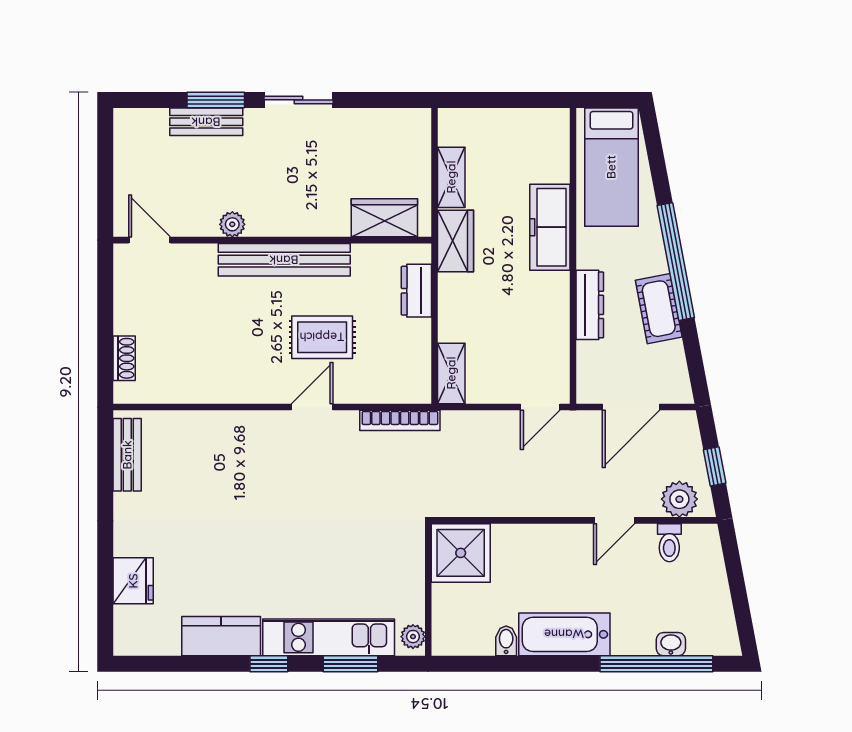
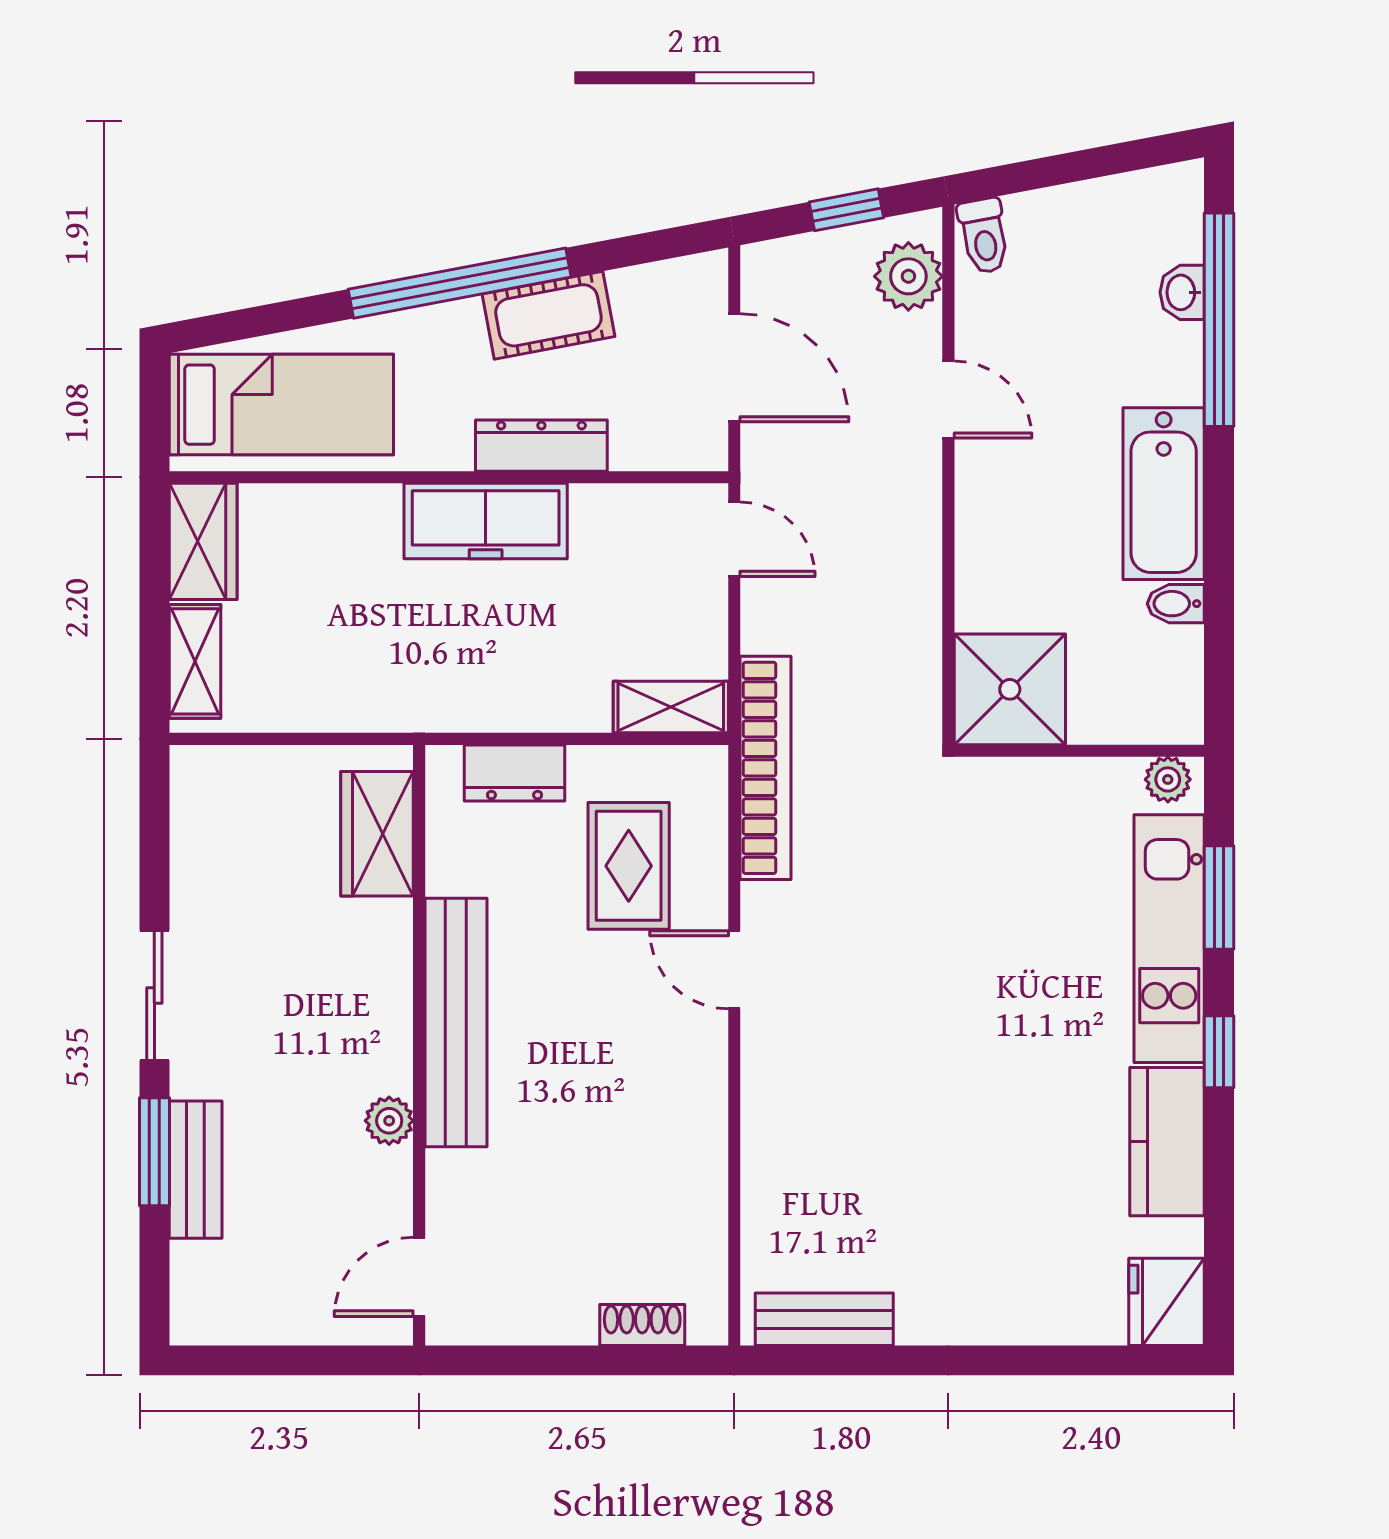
shelving: (451, 177) -> (195, 661), moved, turned 90
freezer: (550, 227) -> (486, 521), moved
wardrobe: (455, 241) -> (203, 541), moved, turned 90
rug: (322, 337) -> (629, 866), moved
bookcase: (400, 420) -> (766, 768), width x1.48, depth x1.31
toilet: (669, 543) -> (984, 236), moved, turned 79
fridge: (133, 581) -> (1166, 1302), moved, turned -90

